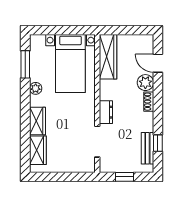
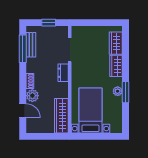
window: (25, 64) -> (126, 92), moved
window: (158, 143) -> (23, 49), width x2.17

